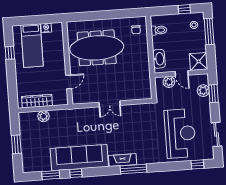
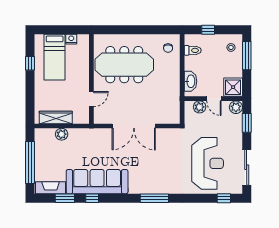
window: (184, 9) -> (208, 30), moved
plant: (203, 91) -> (236, 107), moved
double door: (110, 104) -> (134, 126), width x1.87
sliding door: (216, 134) -> (247, 167), width x1.37
window: (16, 144) -> (30, 162), width x2.11
fireplace: (123, 160) -> (51, 188), moved

